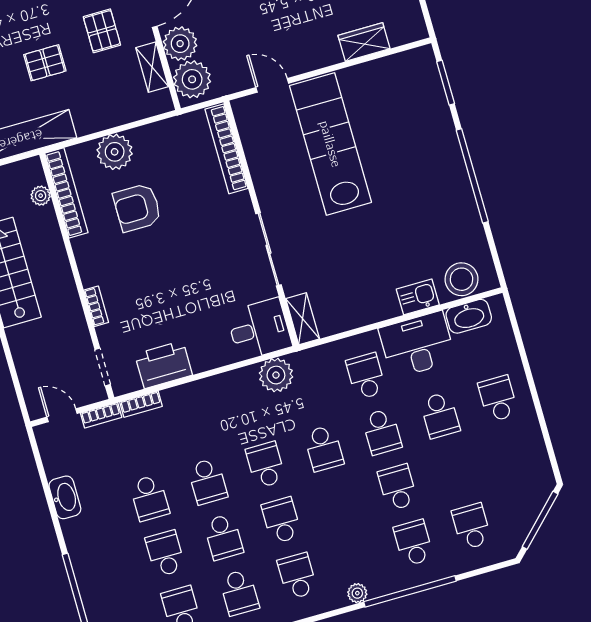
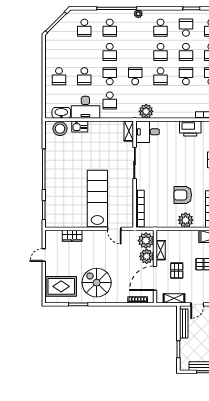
lab bench: (330, 144) -> (97, 198), turned 180
armchair: (137, 208) -> (183, 195), turned 180
school desk: (440, 415) -> (84, 76), turned 180
school desk: (223, 537) -> (186, 52), turned 180

